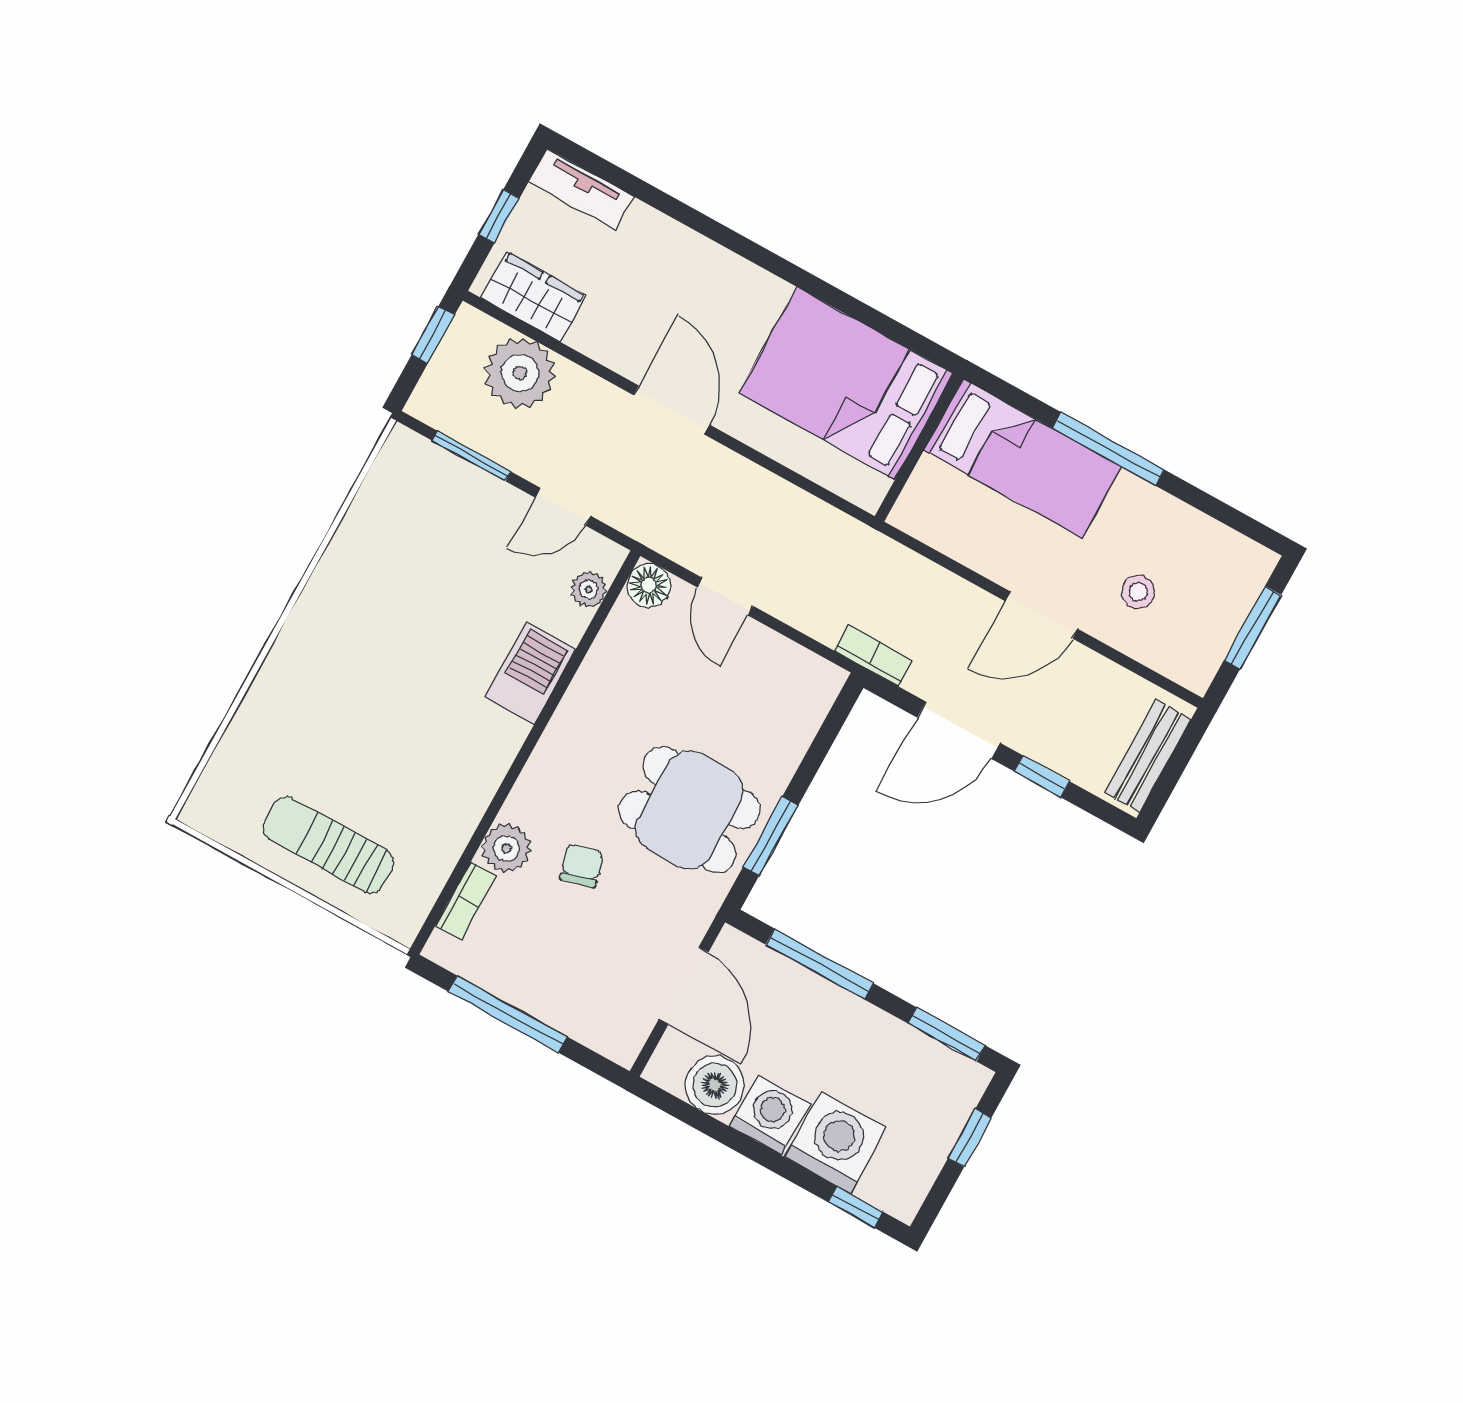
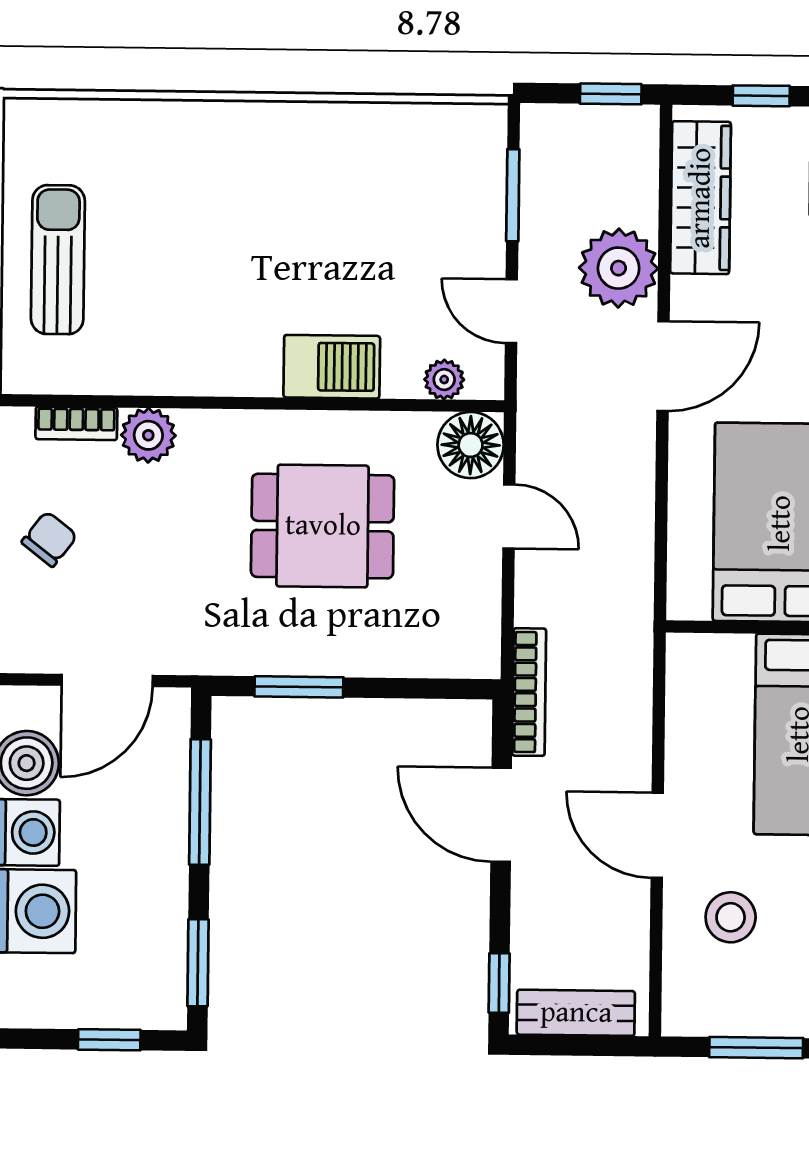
wardrobe: (534, 297) -> (701, 198), width x1.50
plant: (520, 373) -> (619, 268), moved
floor lamp: (649, 585) -> (471, 445), width x1.38, depth x1.38
stool: (1138, 592) -> (731, 917), width x1.37, depth x1.37
door: (725, 597) -> (509, 517), swing flipped
bookcase: (873, 656) -> (529, 692), width x1.56
window: (1042, 776) -> (499, 983), moved
dining table: (689, 810) -> (323, 526), moved, turned 90
chair: (582, 865) -> (49, 539), moved, turned -36

